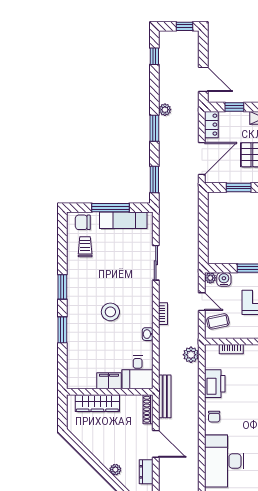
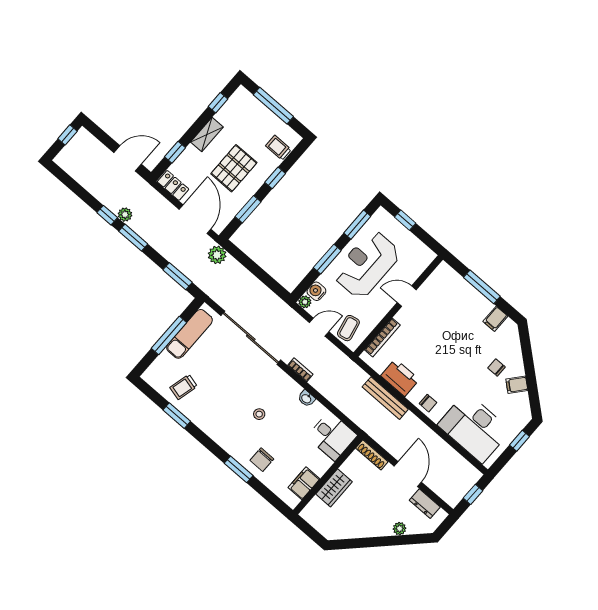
window: (154, 56) -> (107, 215), moved
chair: (83, 222) -> (262, 460), moved
trolley: (85, 247) -> (184, 387), turned -76
sliding door: (156, 263) -> (251, 338), width x1.86
window: (62, 287) -> (177, 416), moved
stool: (110, 312) -> (259, 414), width x0.53, depth x0.53
bookcase: (231, 349) -> (382, 337), width x1.56
plant: (191, 355) -> (217, 255), moved
filing cabinet: (109, 381) -> (304, 483), moved
bench: (165, 396) -> (385, 398), moved
wardrobe: (97, 403) -> (334, 488), width x0.67
door: (156, 444) -> (408, 474), hinge flipped

